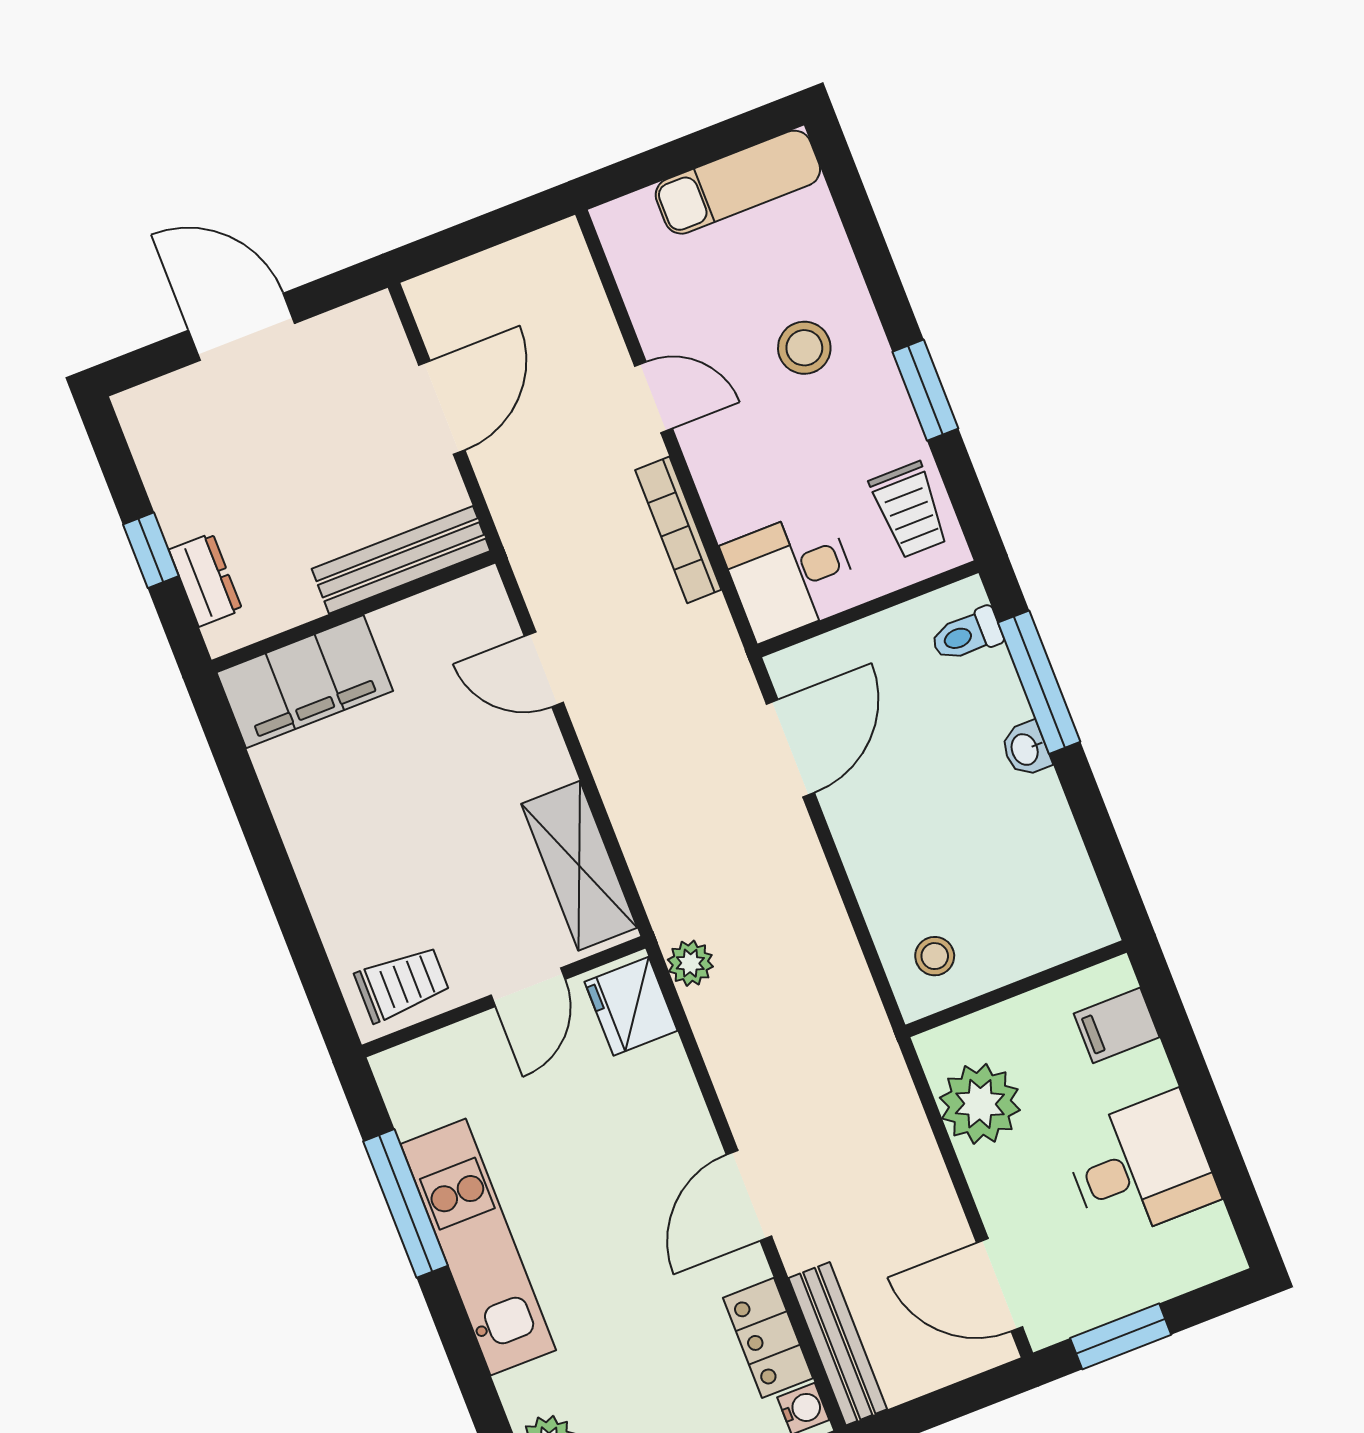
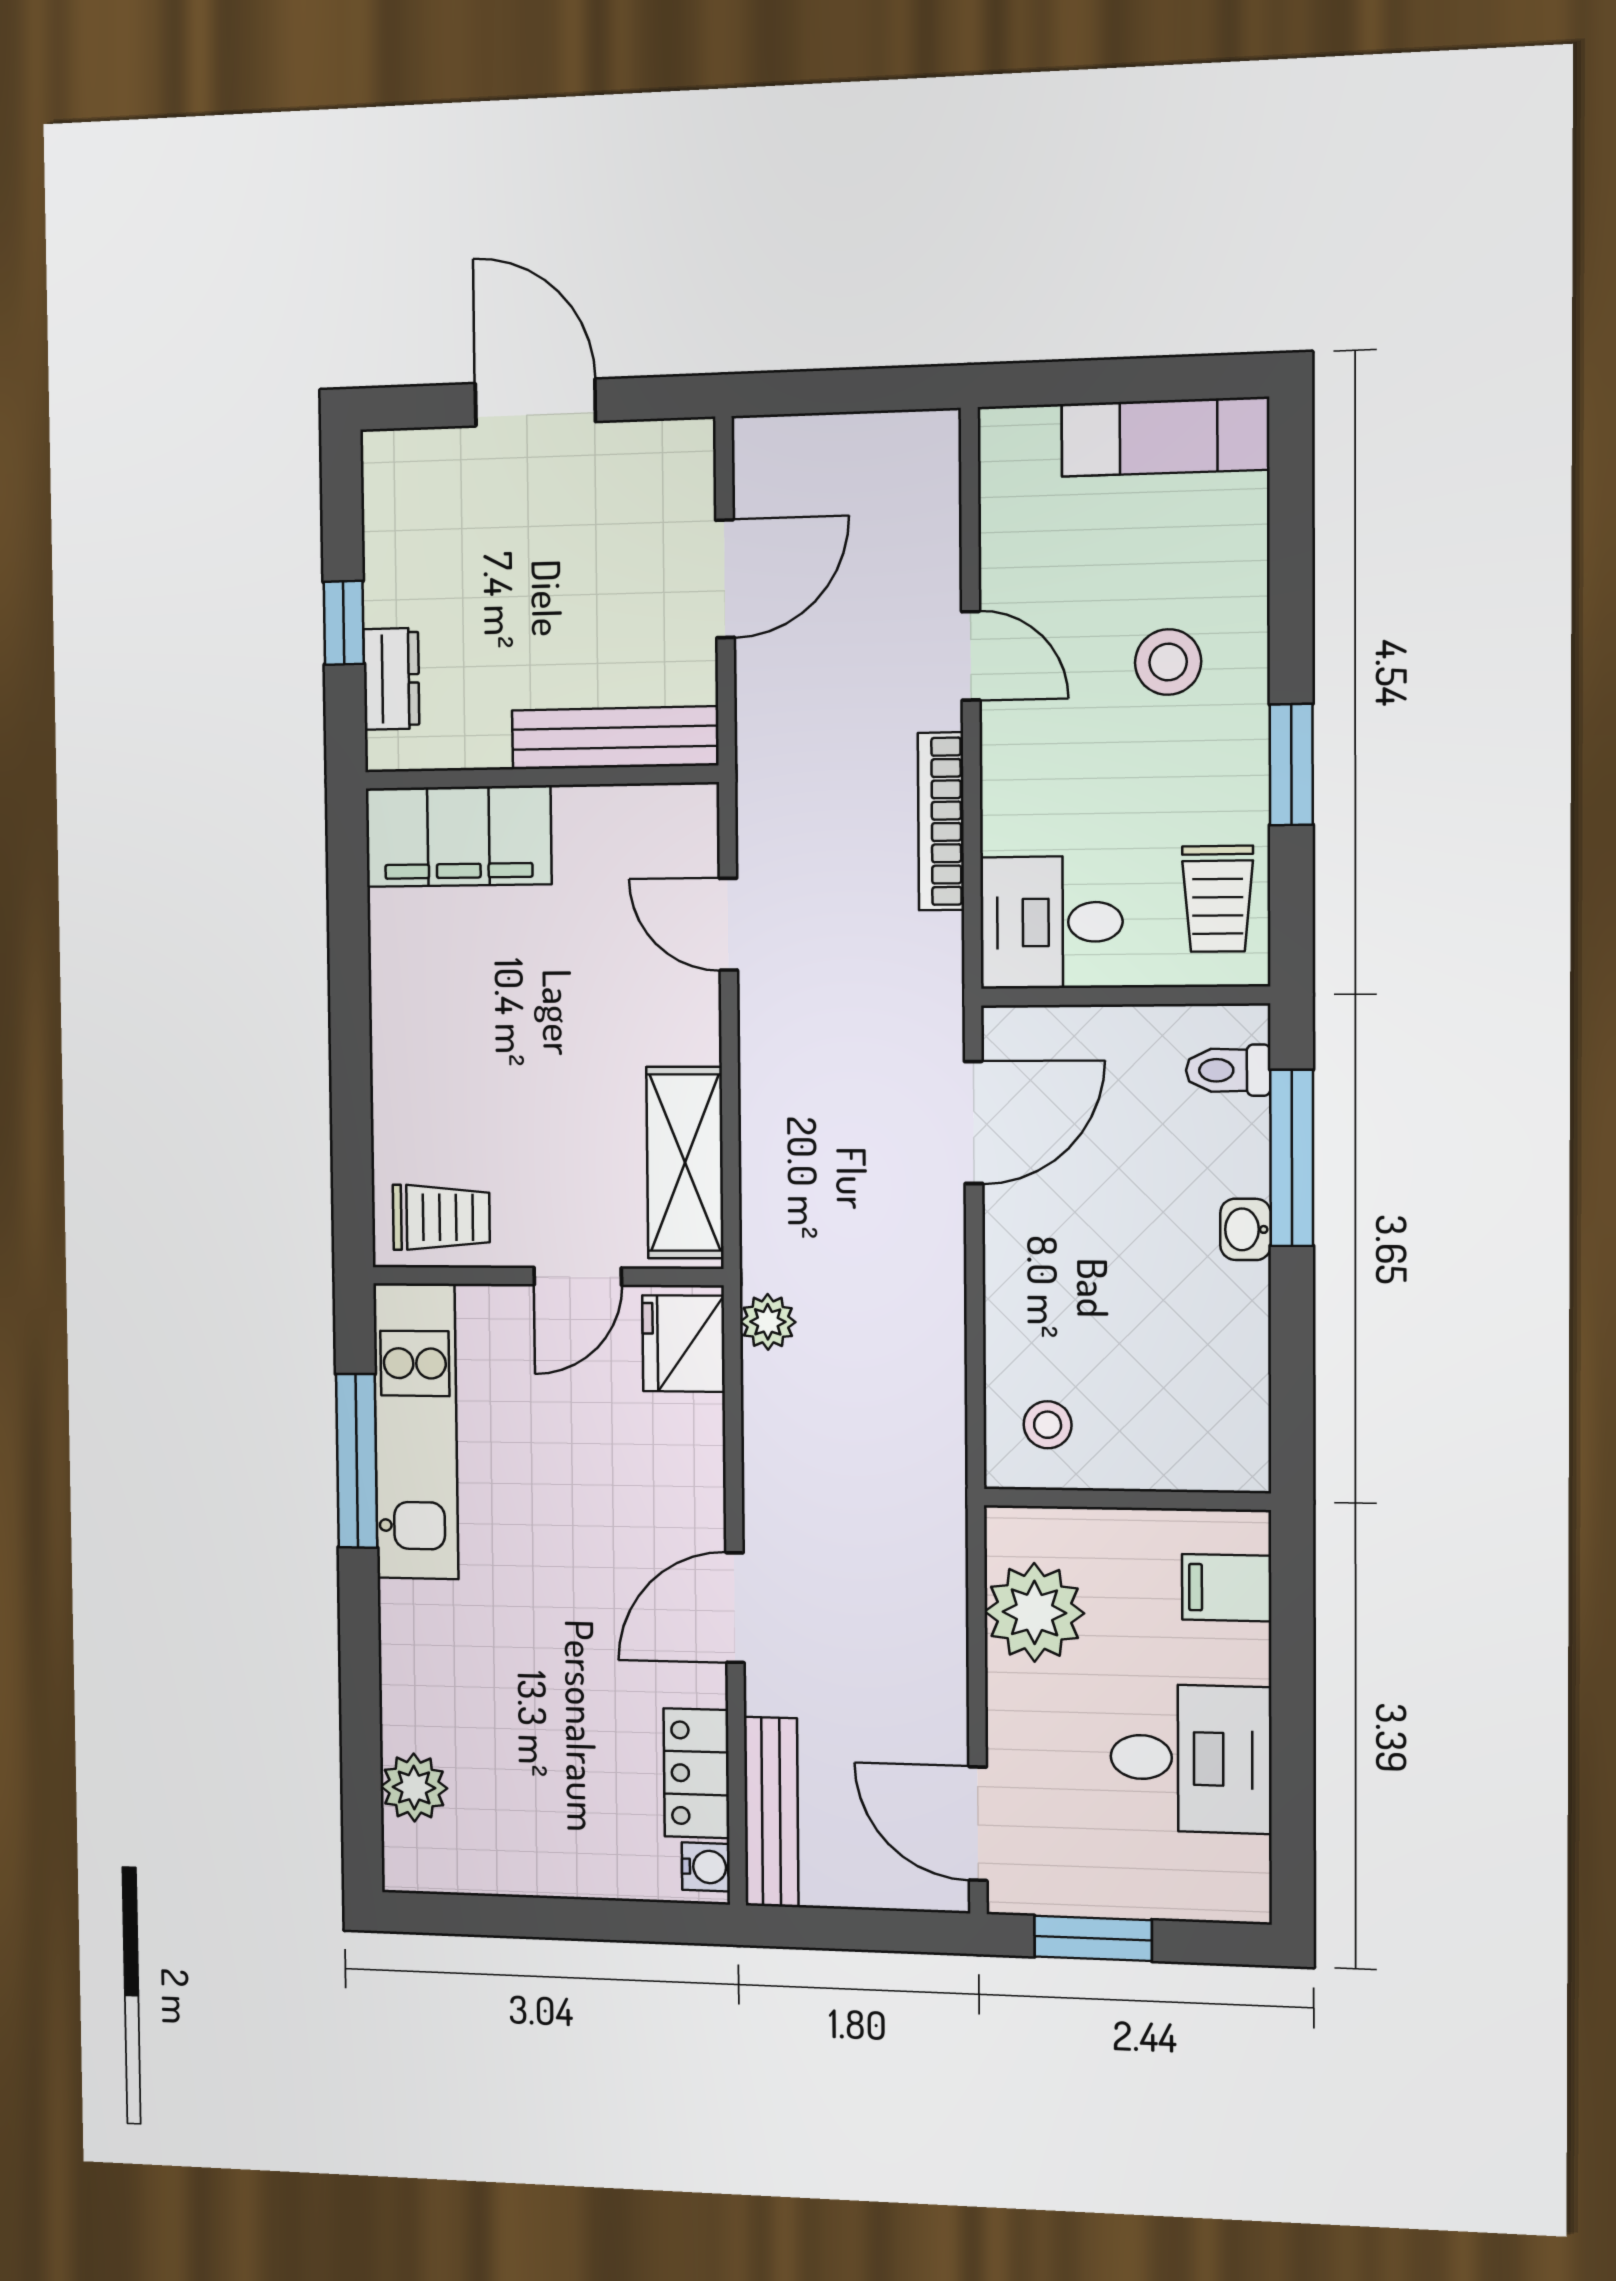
kitchen unit: (478, 1247) -> (416, 1431), moved

